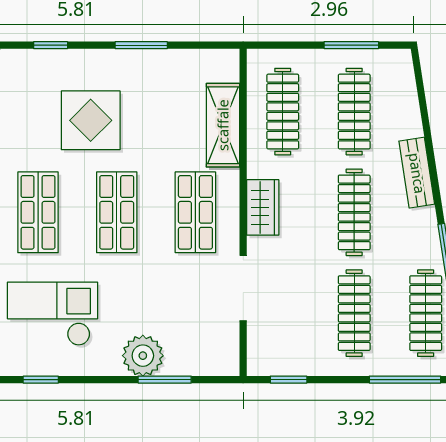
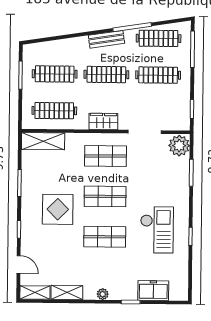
shelving: (223, 125) -> (43, 141), moved
bench: (417, 173) -> (106, 39), moved
checkout: (52, 314) -> (157, 230), turned 180
plant: (143, 356) -> (179, 146), moved

